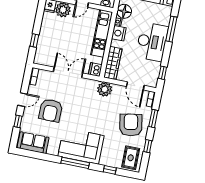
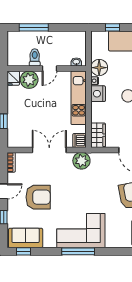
wardrobe: (113, 63) -> (98, 135), width x0.67
plant: (105, 89) -> (81, 161), moved
armchair: (51, 110) -> (38, 197), turned -90
window: (110, 170) -> (24, 251), moved

